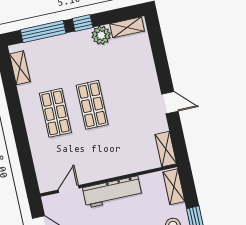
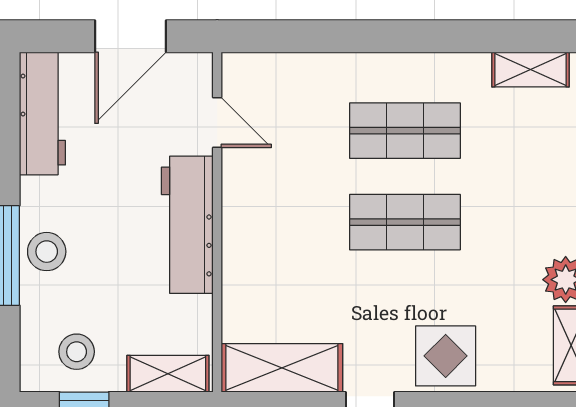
display table: (142, 77) -> (446, 356), added
shelving: (166, 149) -> (282, 368), width x1.50, depth x1.33

